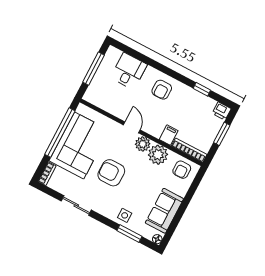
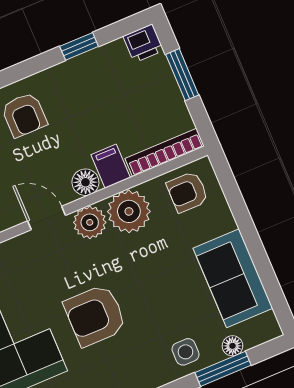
floor lamp: (156, 131) -> (85, 182), added
armchair: (182, 170) -> (187, 192), turned 90
floor lamp: (157, 239) -> (232, 346), moved

